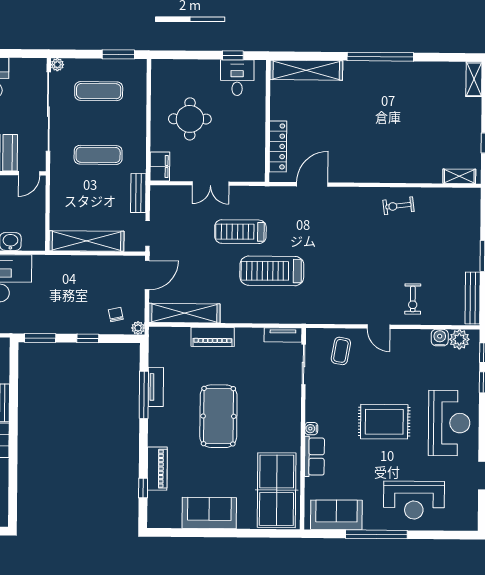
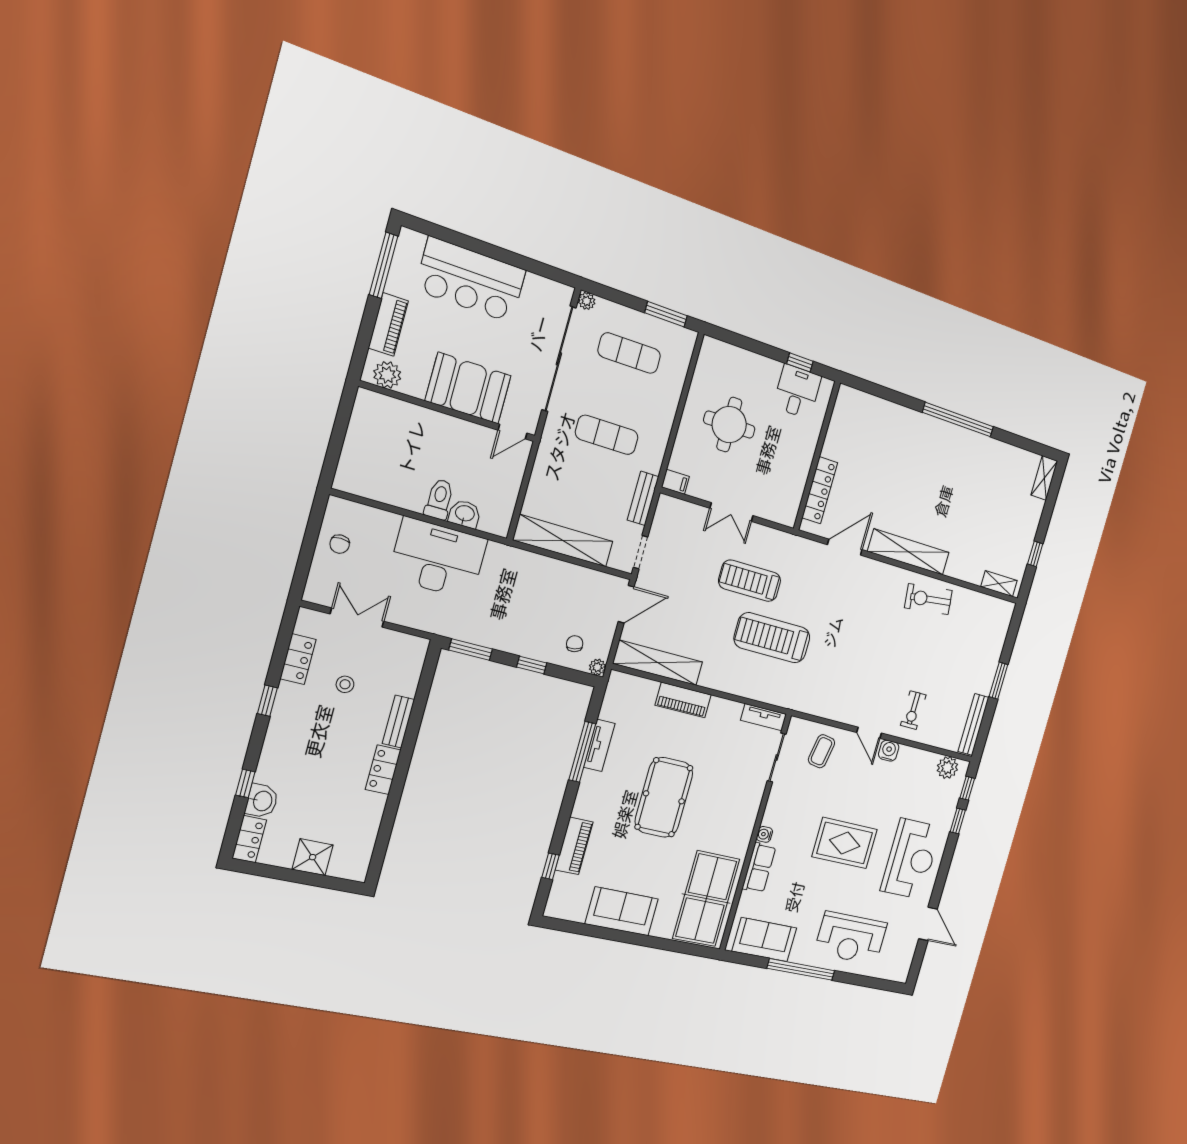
shelving: (306, 70) -> (908, 552), moved
filing cabinet: (160, 166) -> (675, 482), width x0.50
exercise bike: (398, 206) -> (928, 599), width x1.38, depth x1.39
water cooler: (440, 338) -> (889, 751), moved

